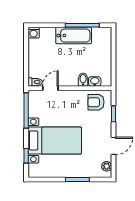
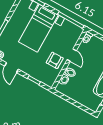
door: (50, 88) -> (72, 55), moved
armchair: (96, 102) -> (55, 60), moved

